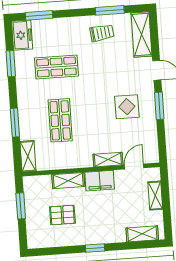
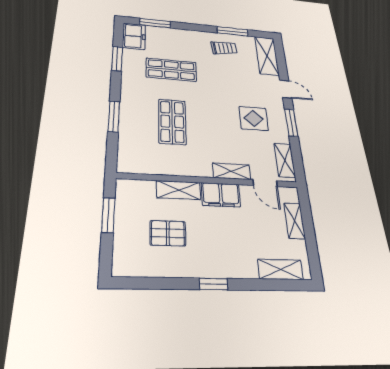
shelving: (28, 156) -> (285, 160), moved
door: (134, 166) -> (265, 183), swing flipped

